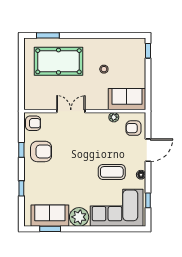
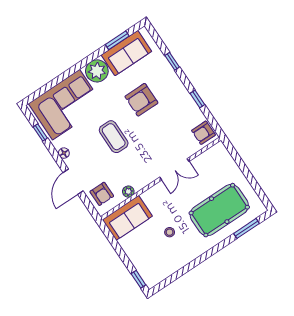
armchair: (134, 128) -> (102, 194), turned 90
armchair: (41, 151) -> (141, 100), moved
coffee table: (112, 172) -> (114, 137), moved, turned 90

